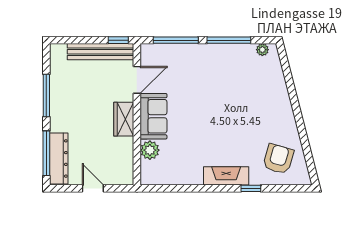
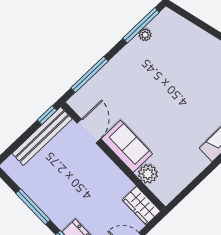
window: (229, 40) -> (141, 25), moved
plant: (262, 50) -> (145, 35), moved
wardrobe: (124, 119) -> (141, 206), moved

